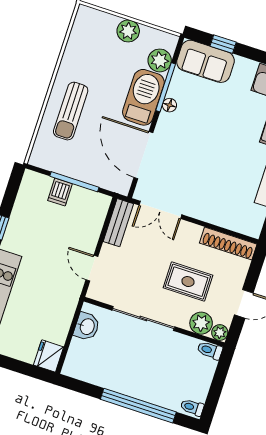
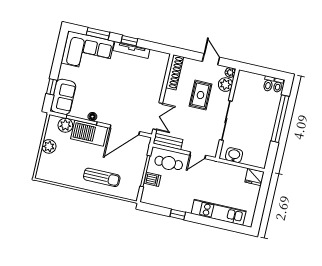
cafe table: (84, 220) -> (169, 163), added
toilet: (210, 350) -> (268, 84), moved

